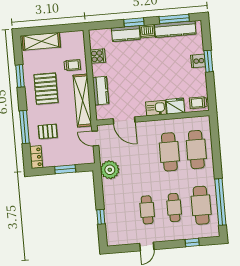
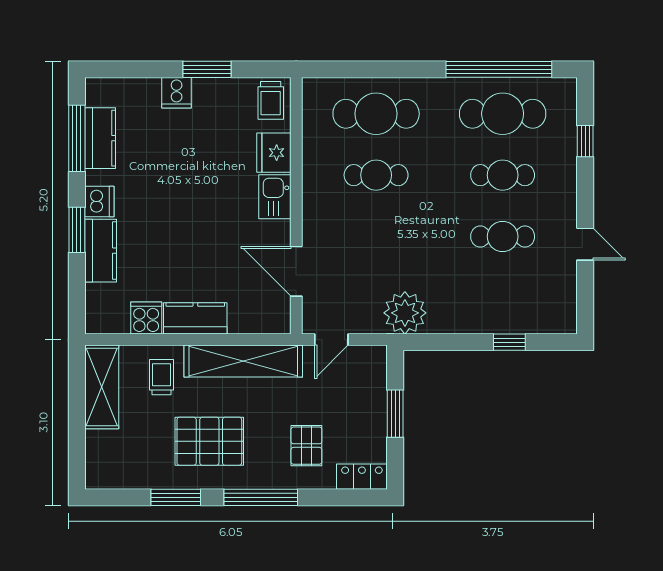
kitchen counter: (175, 29) -> (100, 138), width x0.67
shelving: (41, 41) -> (102, 387), moved
window: (208, 61) -> (207, 69), moved
kitchen counter: (101, 91) -> (195, 318), moved
door: (124, 120) -> (296, 271), swing flipped
window: (24, 127) -> (261, 497), moved
cafe table: (169, 152) -> (376, 175), width x0.73, depth x0.74

